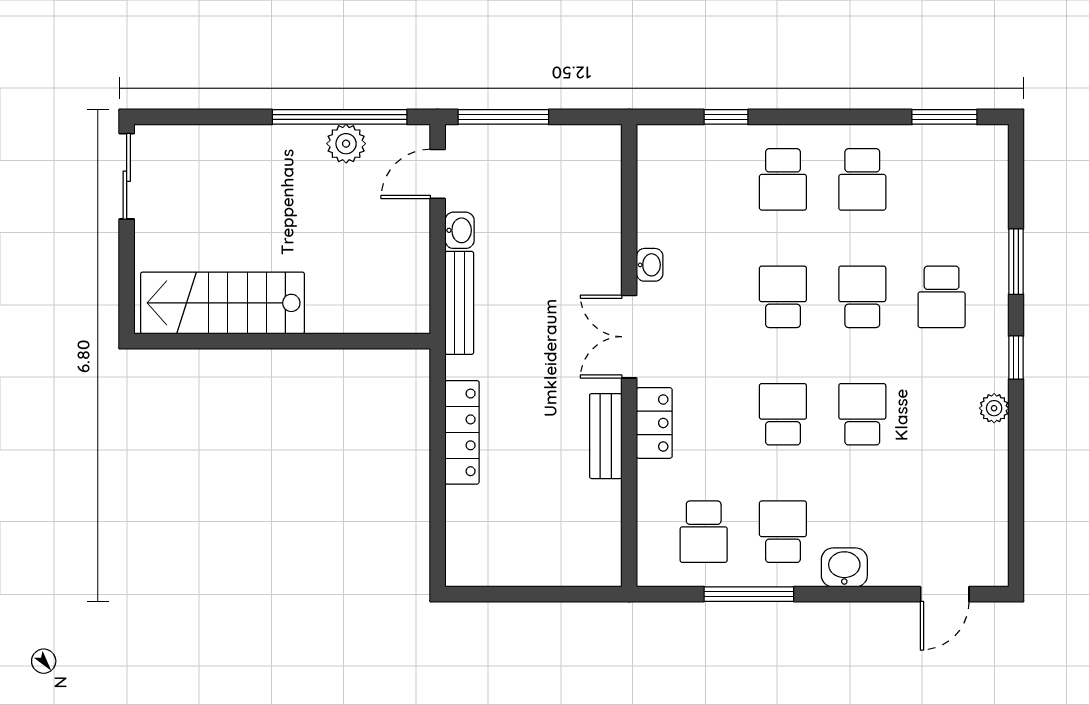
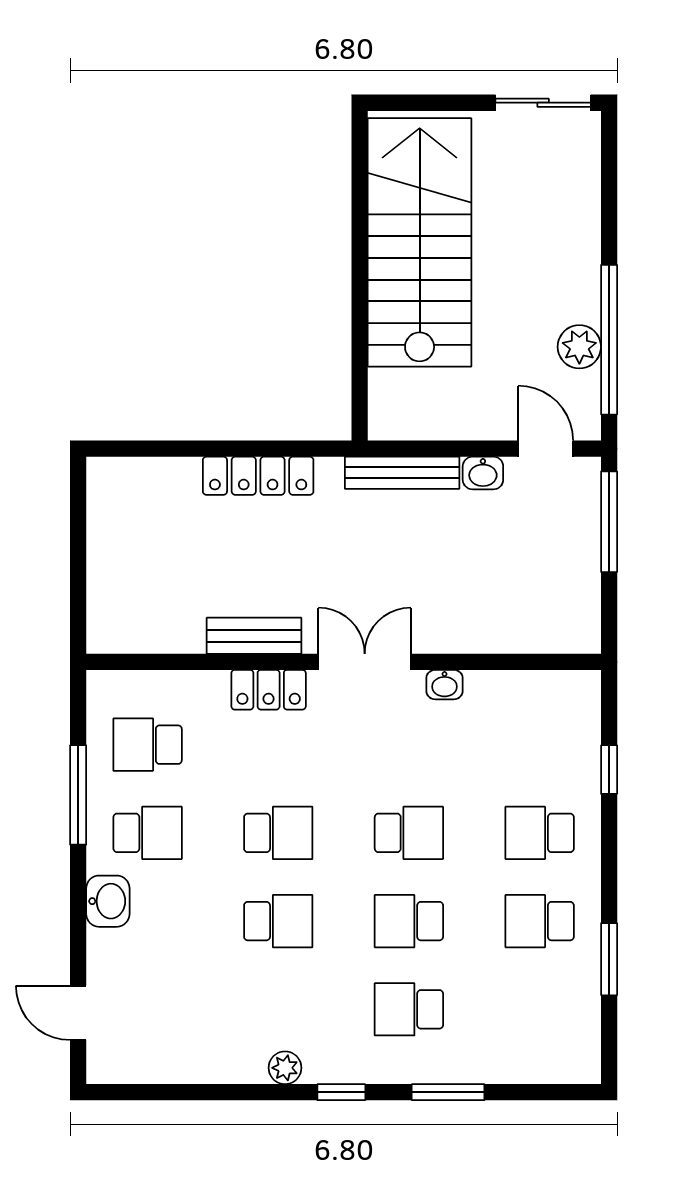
window: (944, 117) -> (609, 959), moved
school desk: (862, 297) -> (409, 921), turned 180
stairs: (222, 303) -> (420, 242), width x1.36, depth x1.51

